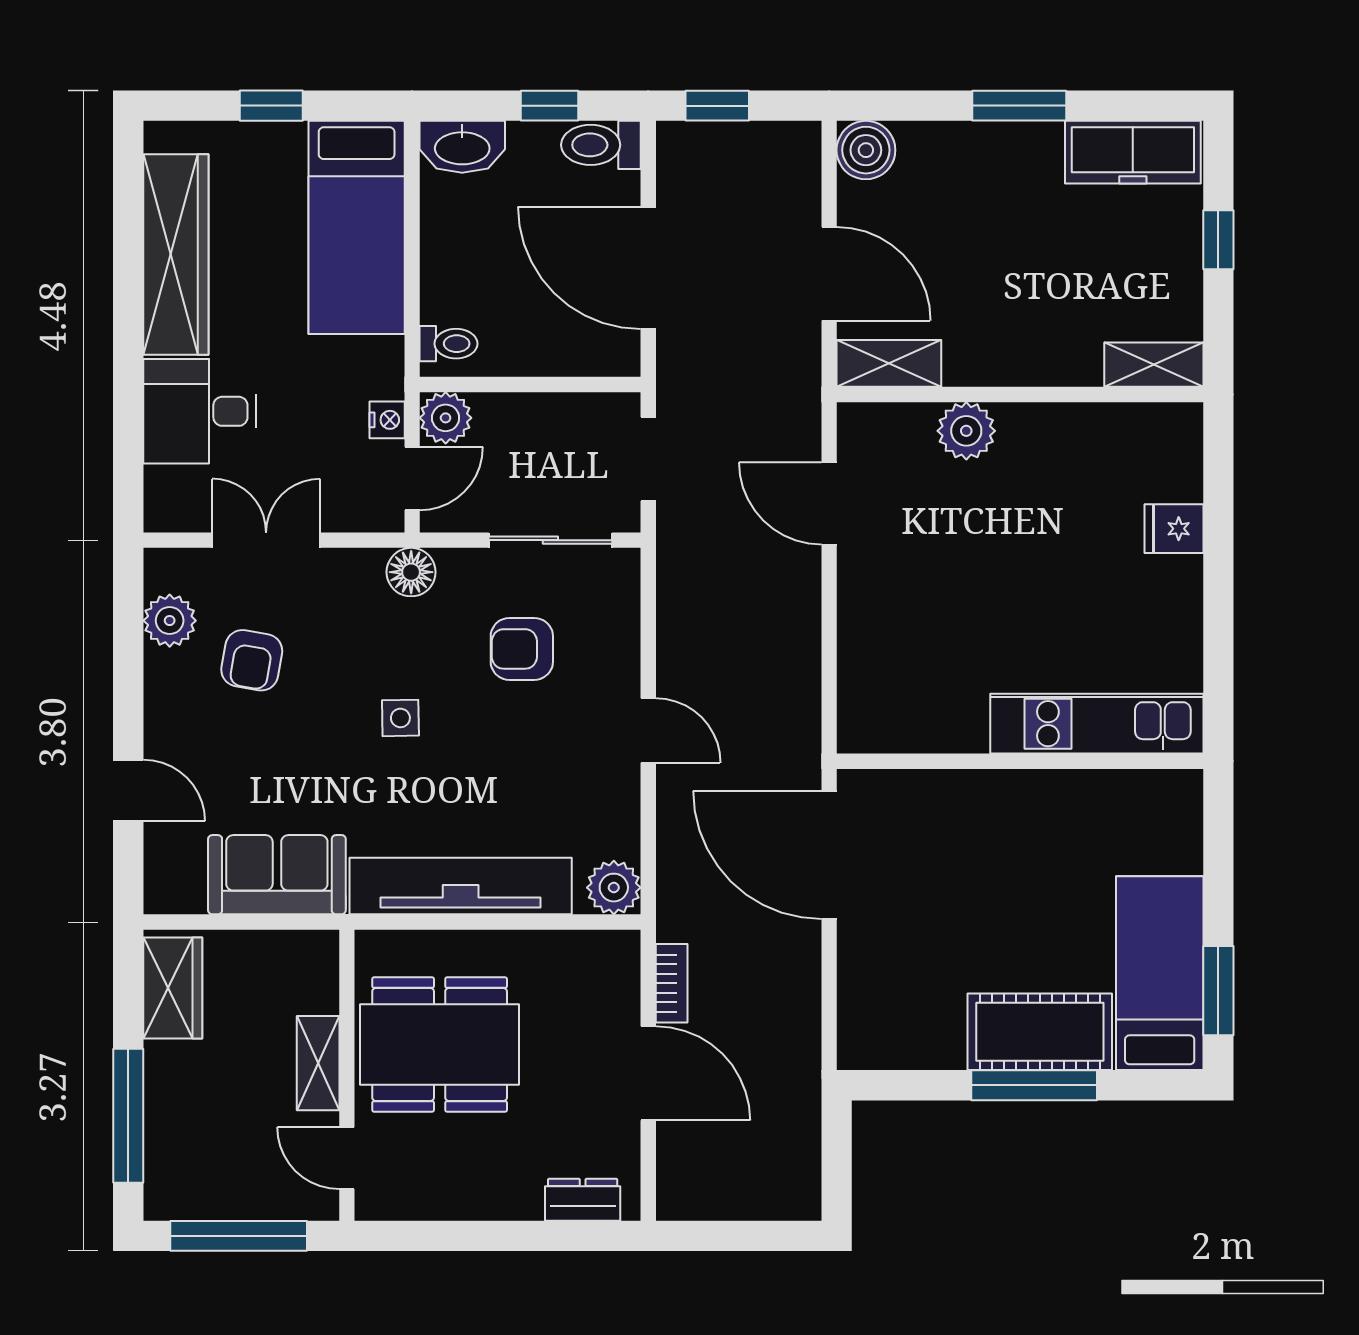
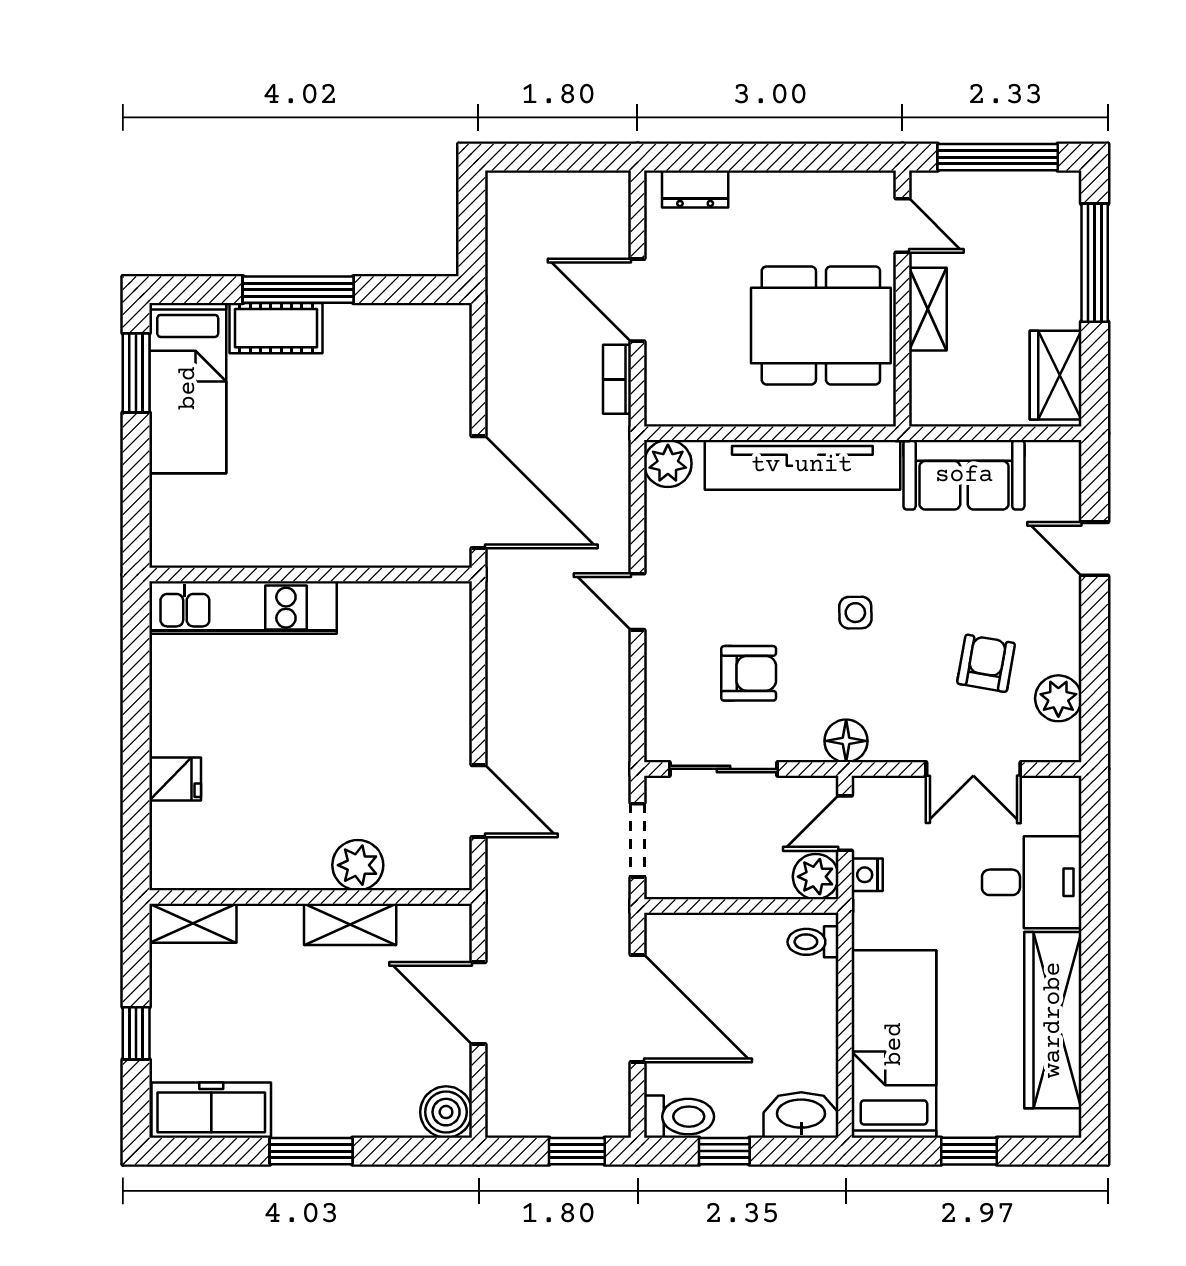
shelving: (889, 363) -> (350, 924), moved
cot: (1040, 1032) -> (276, 328), width x0.73, depth x0.75

